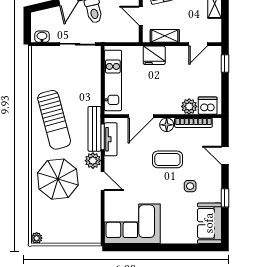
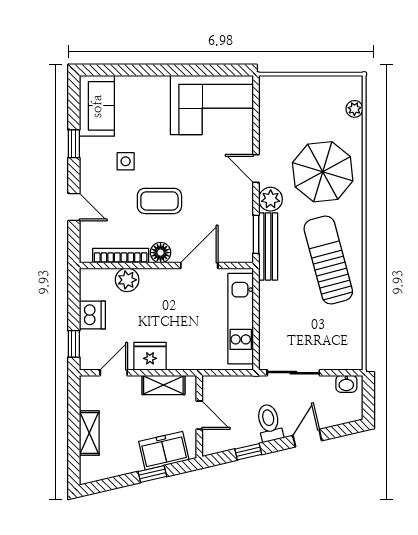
fridge: (154, 55) -> (150, 356), moved
dishwasher: (208, 106) -> (92, 315), moved, turned -90
tv unit: (111, 139) -> (244, 231), removed
plant: (37, 238) -> (354, 109), moved

